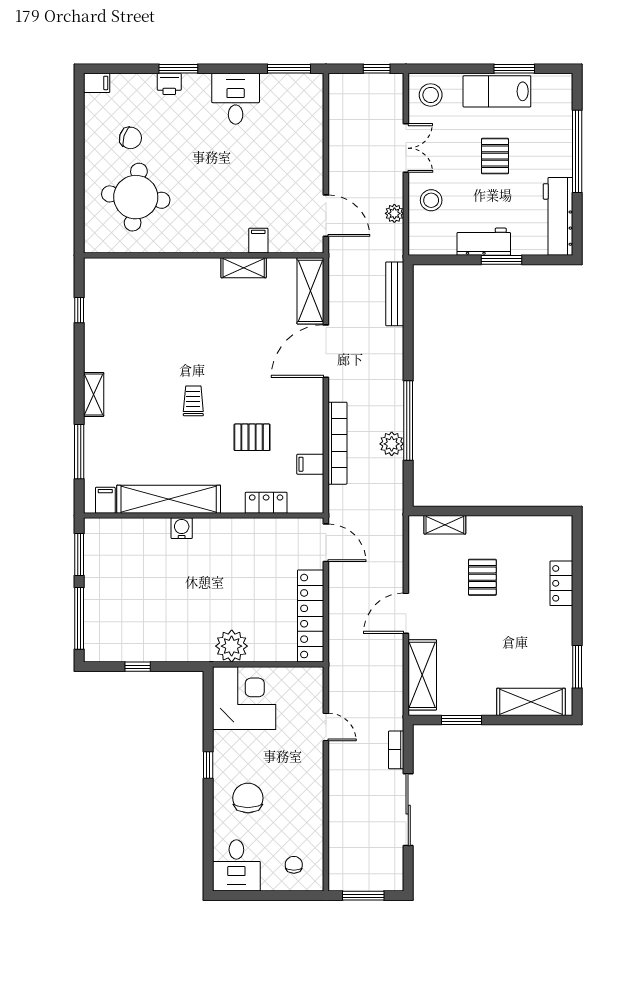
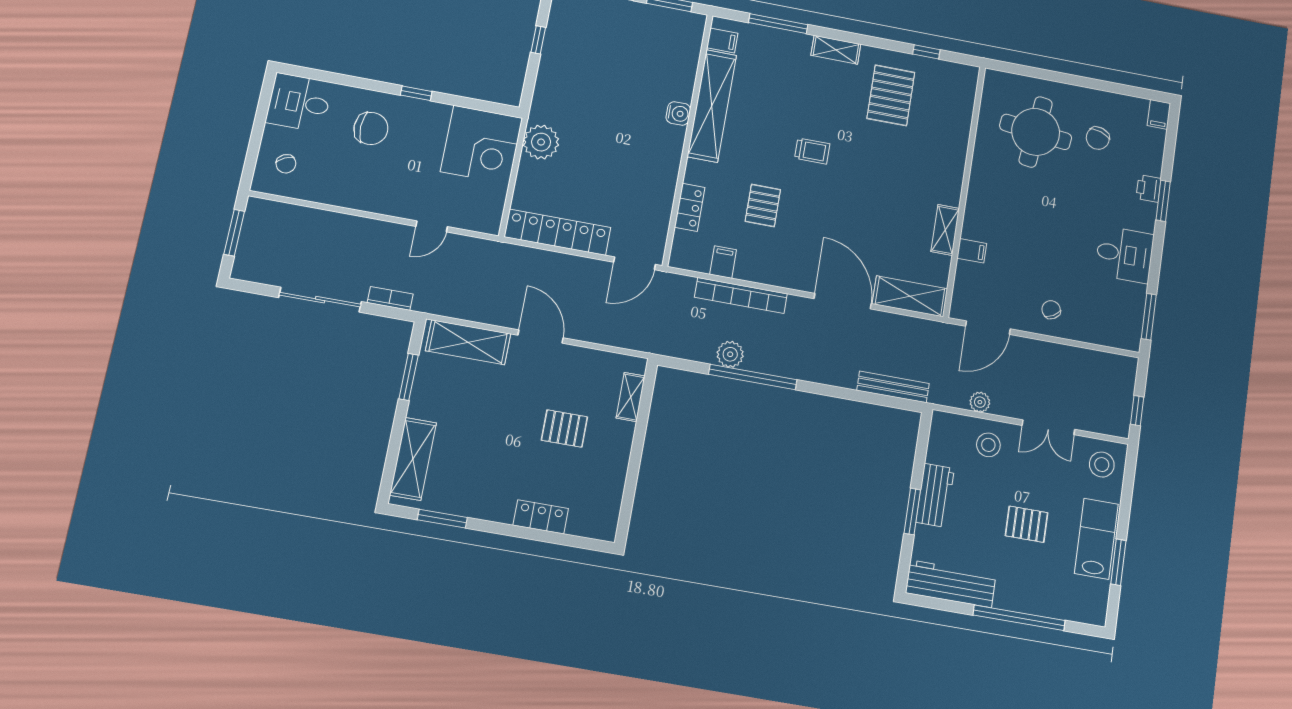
chair: (299, 160) -> (1051, 310), added
pallet: (127, 337) -> (891, 95), added
chair: (294, 865) -> (286, 164), turned 63

